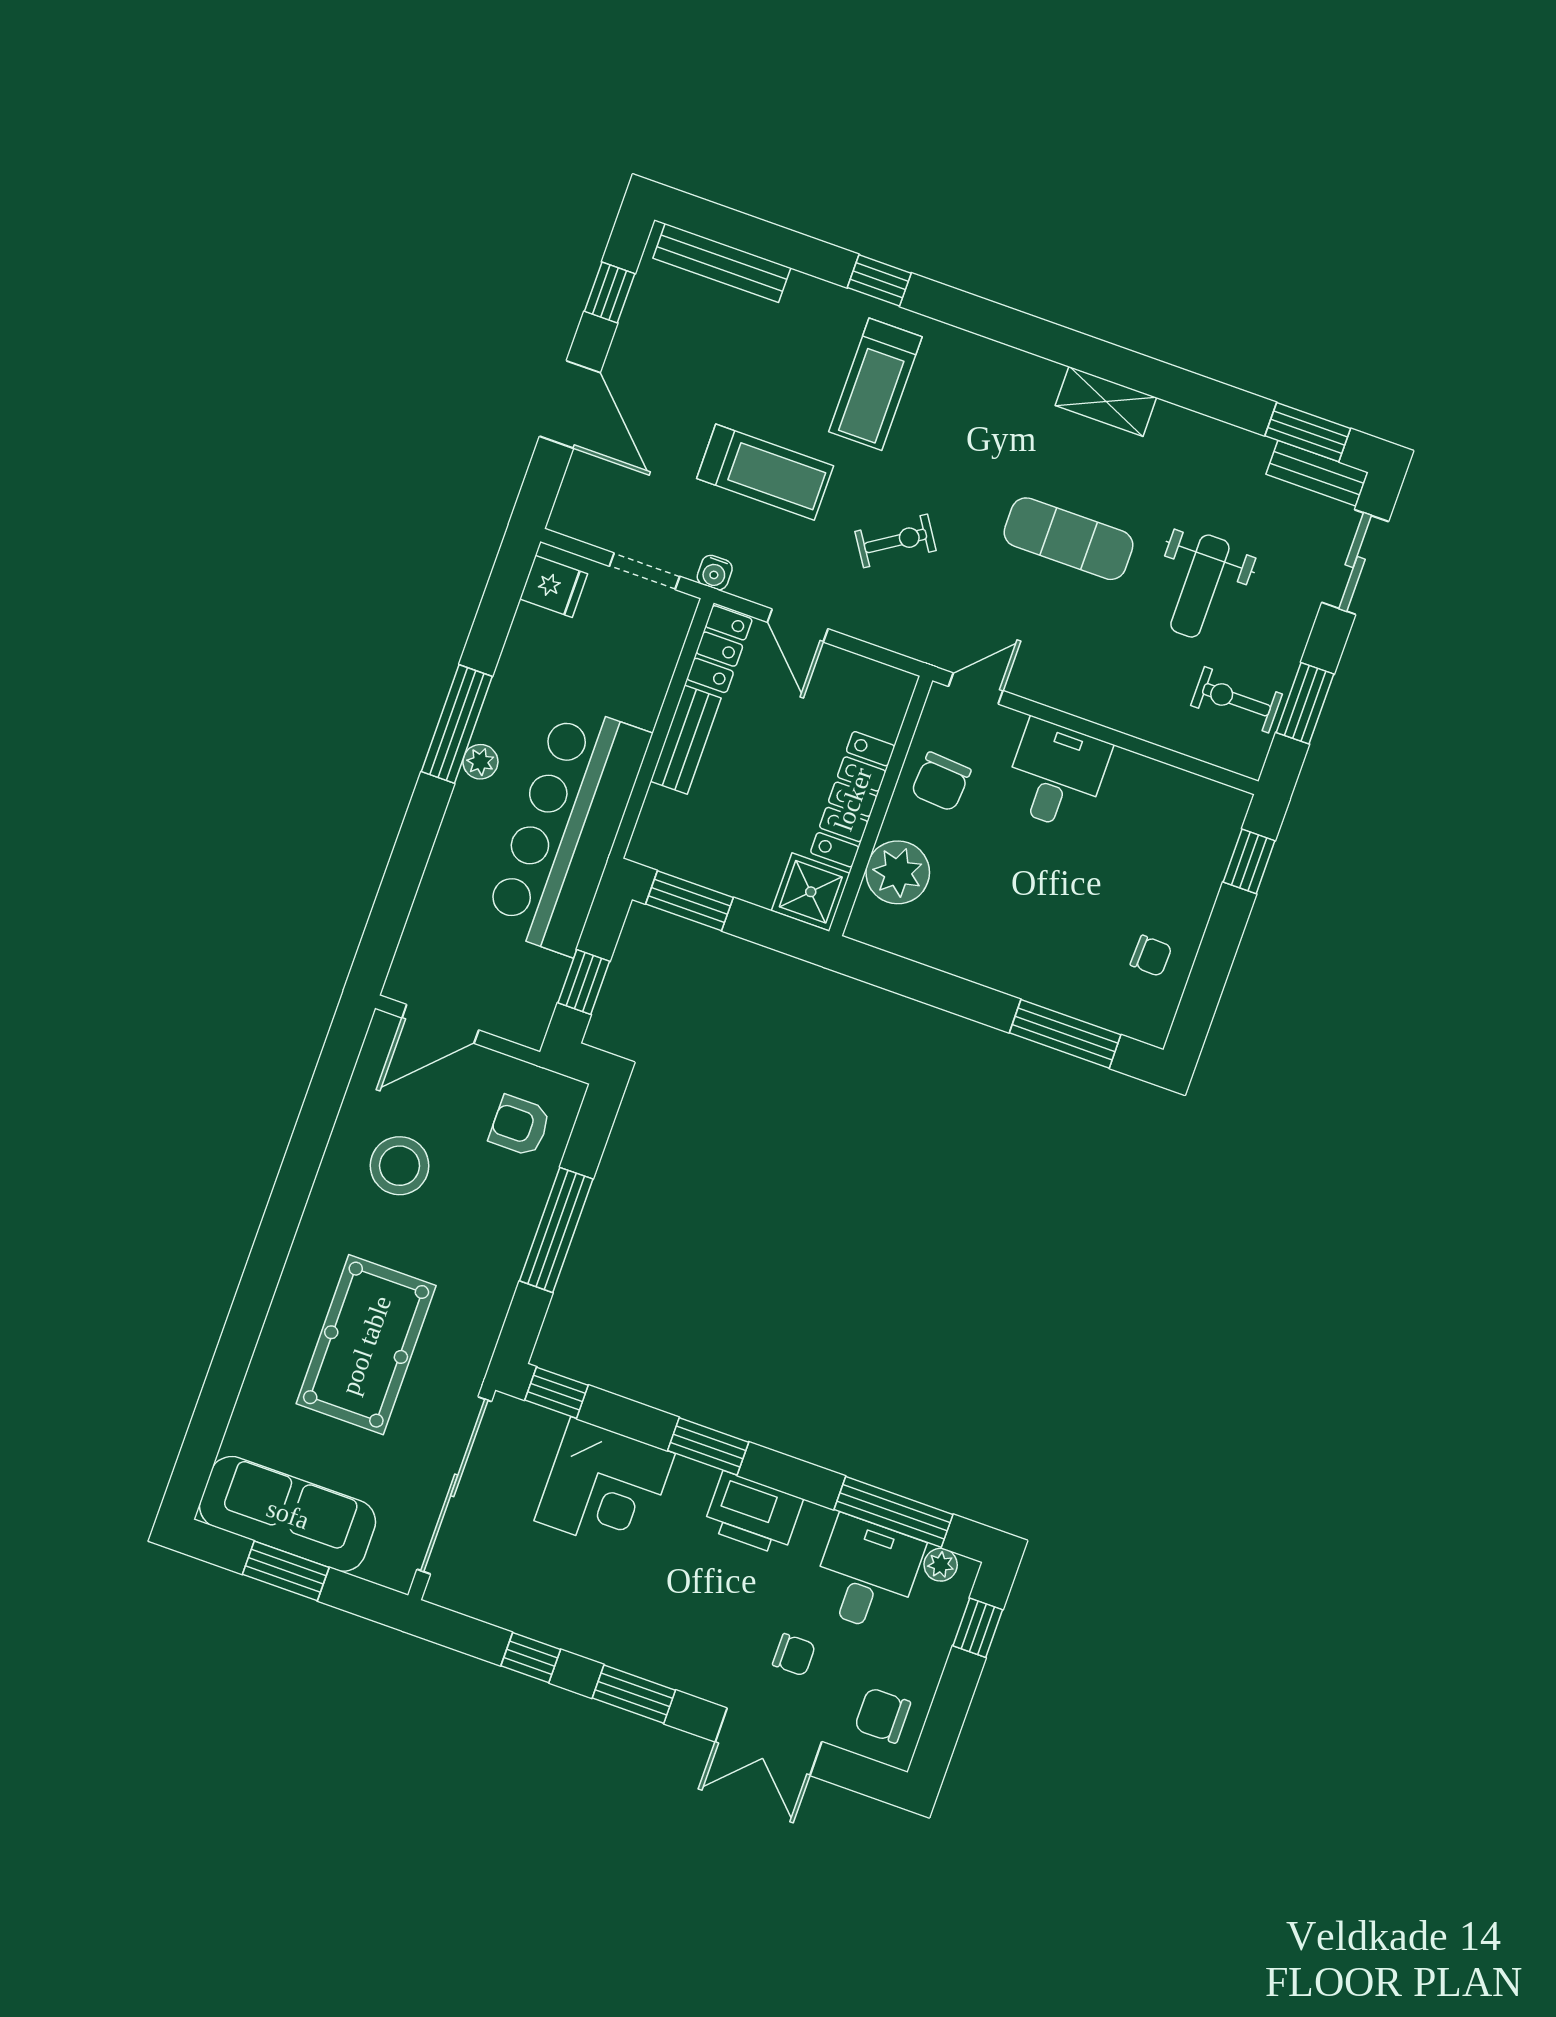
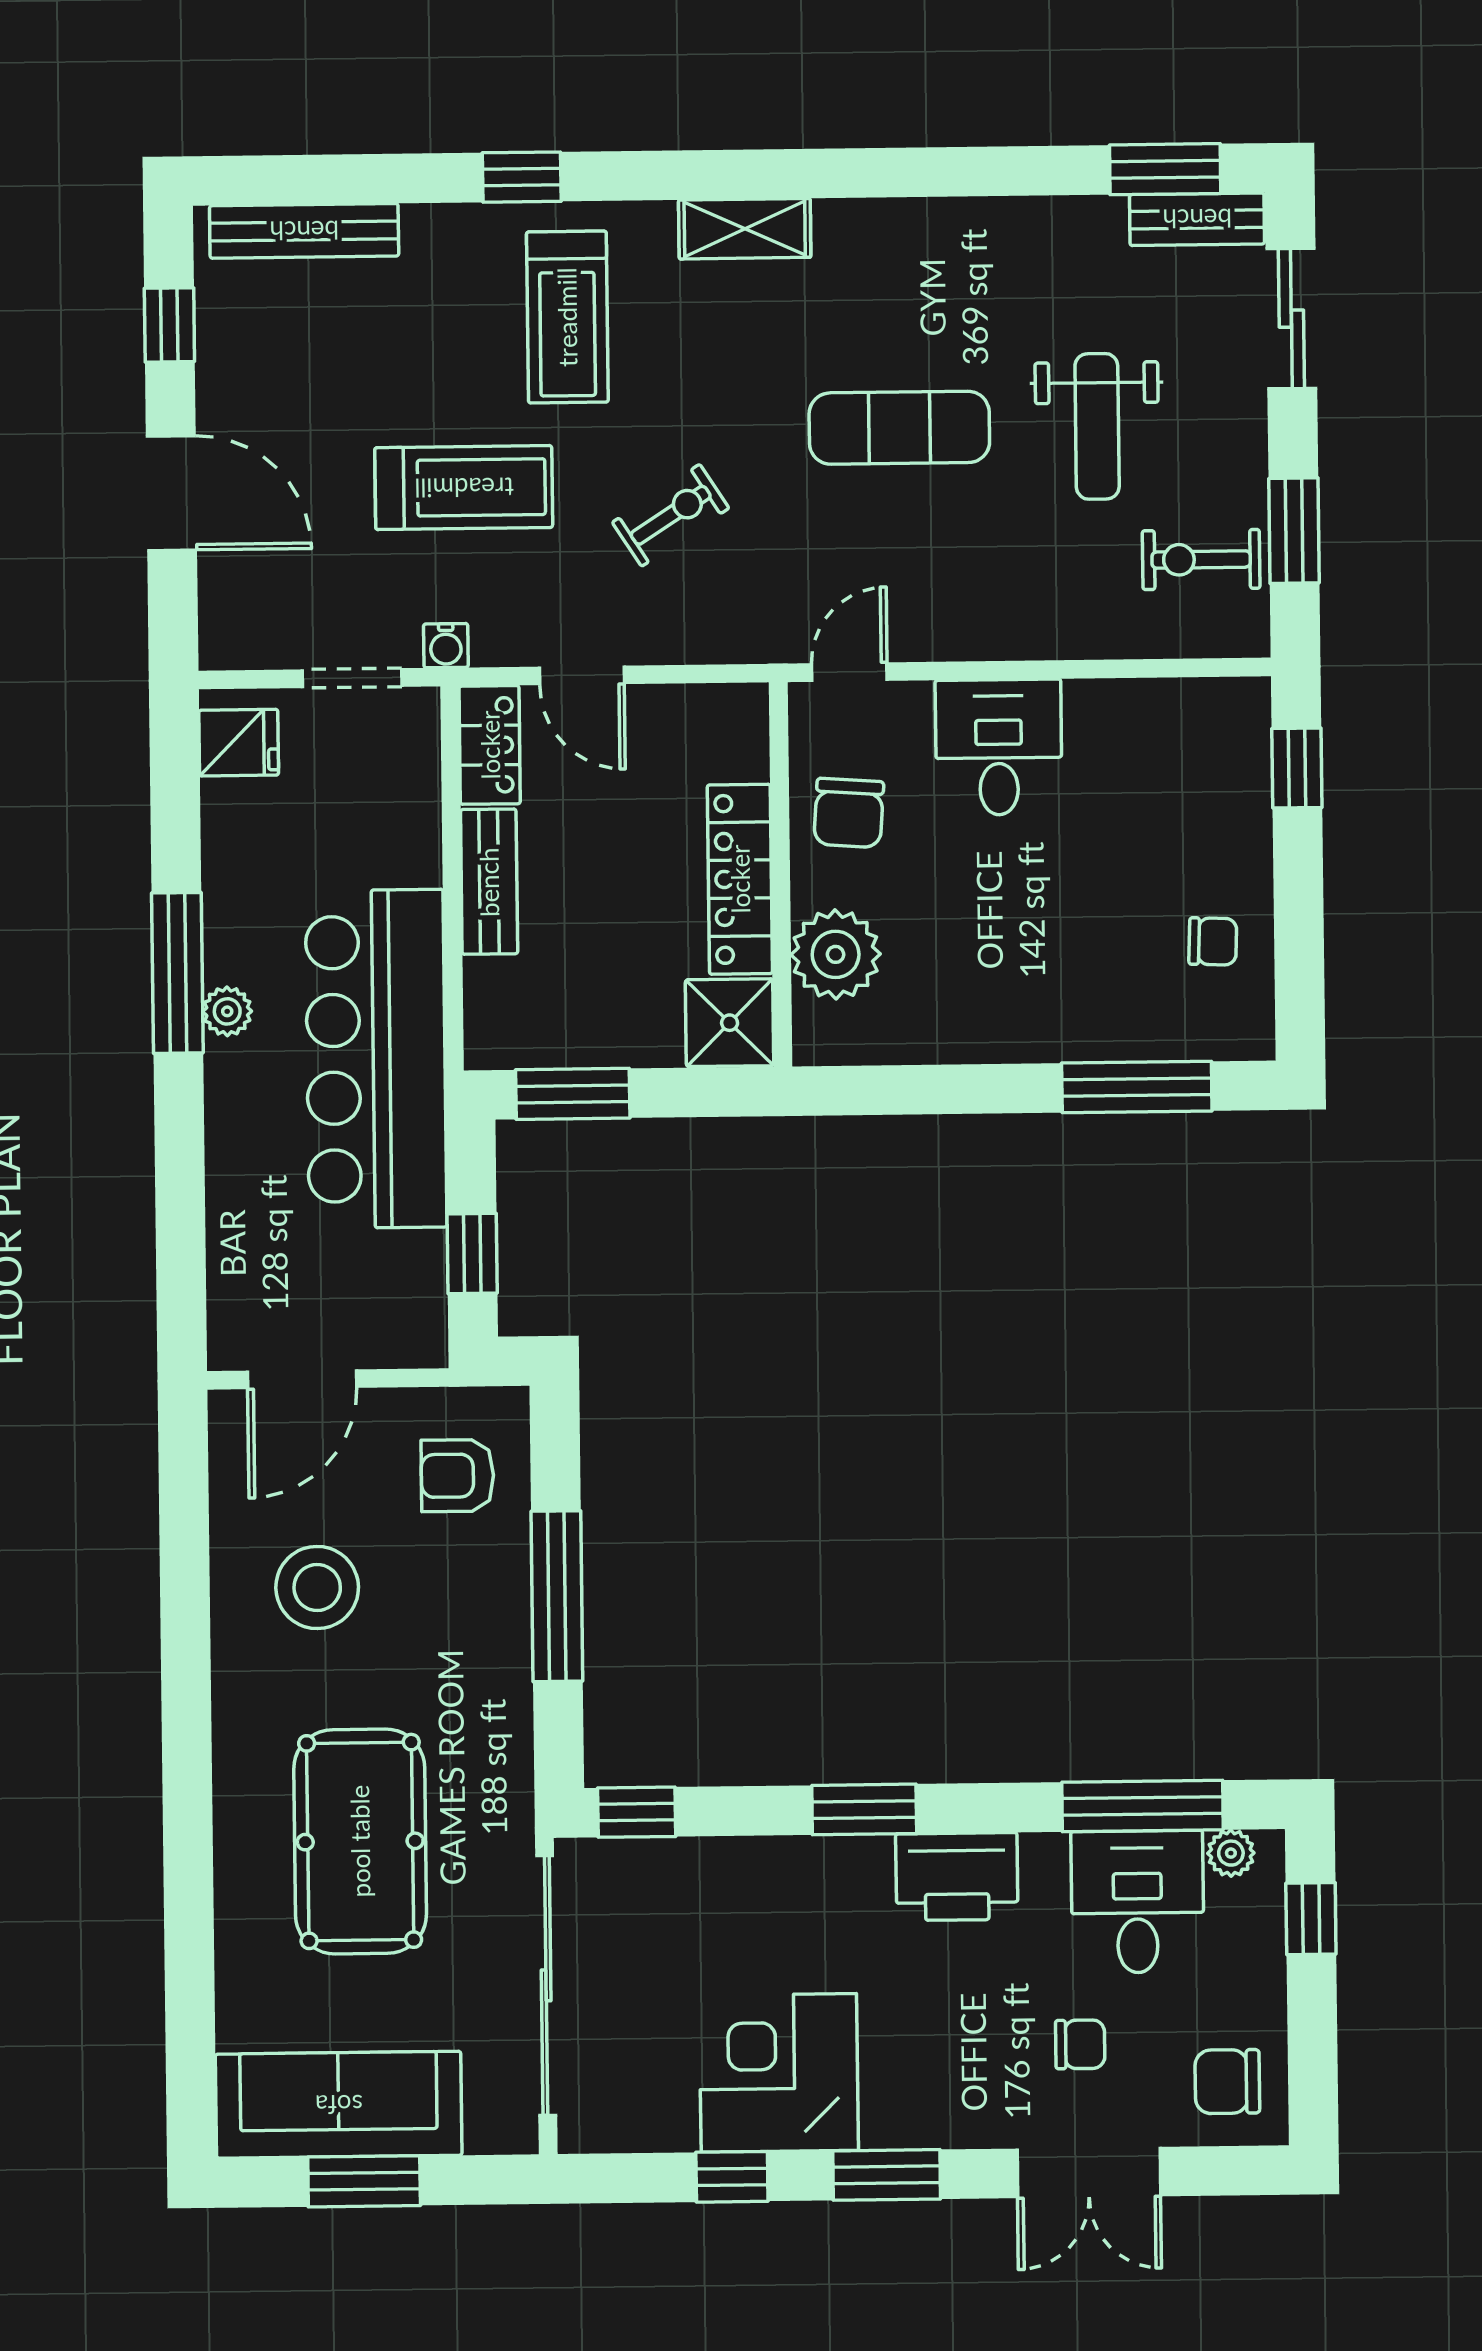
shelving: (1106, 401) -> (745, 229), moved
corner desk: (605, 1487) -> (779, 2073), moved, turned 180

